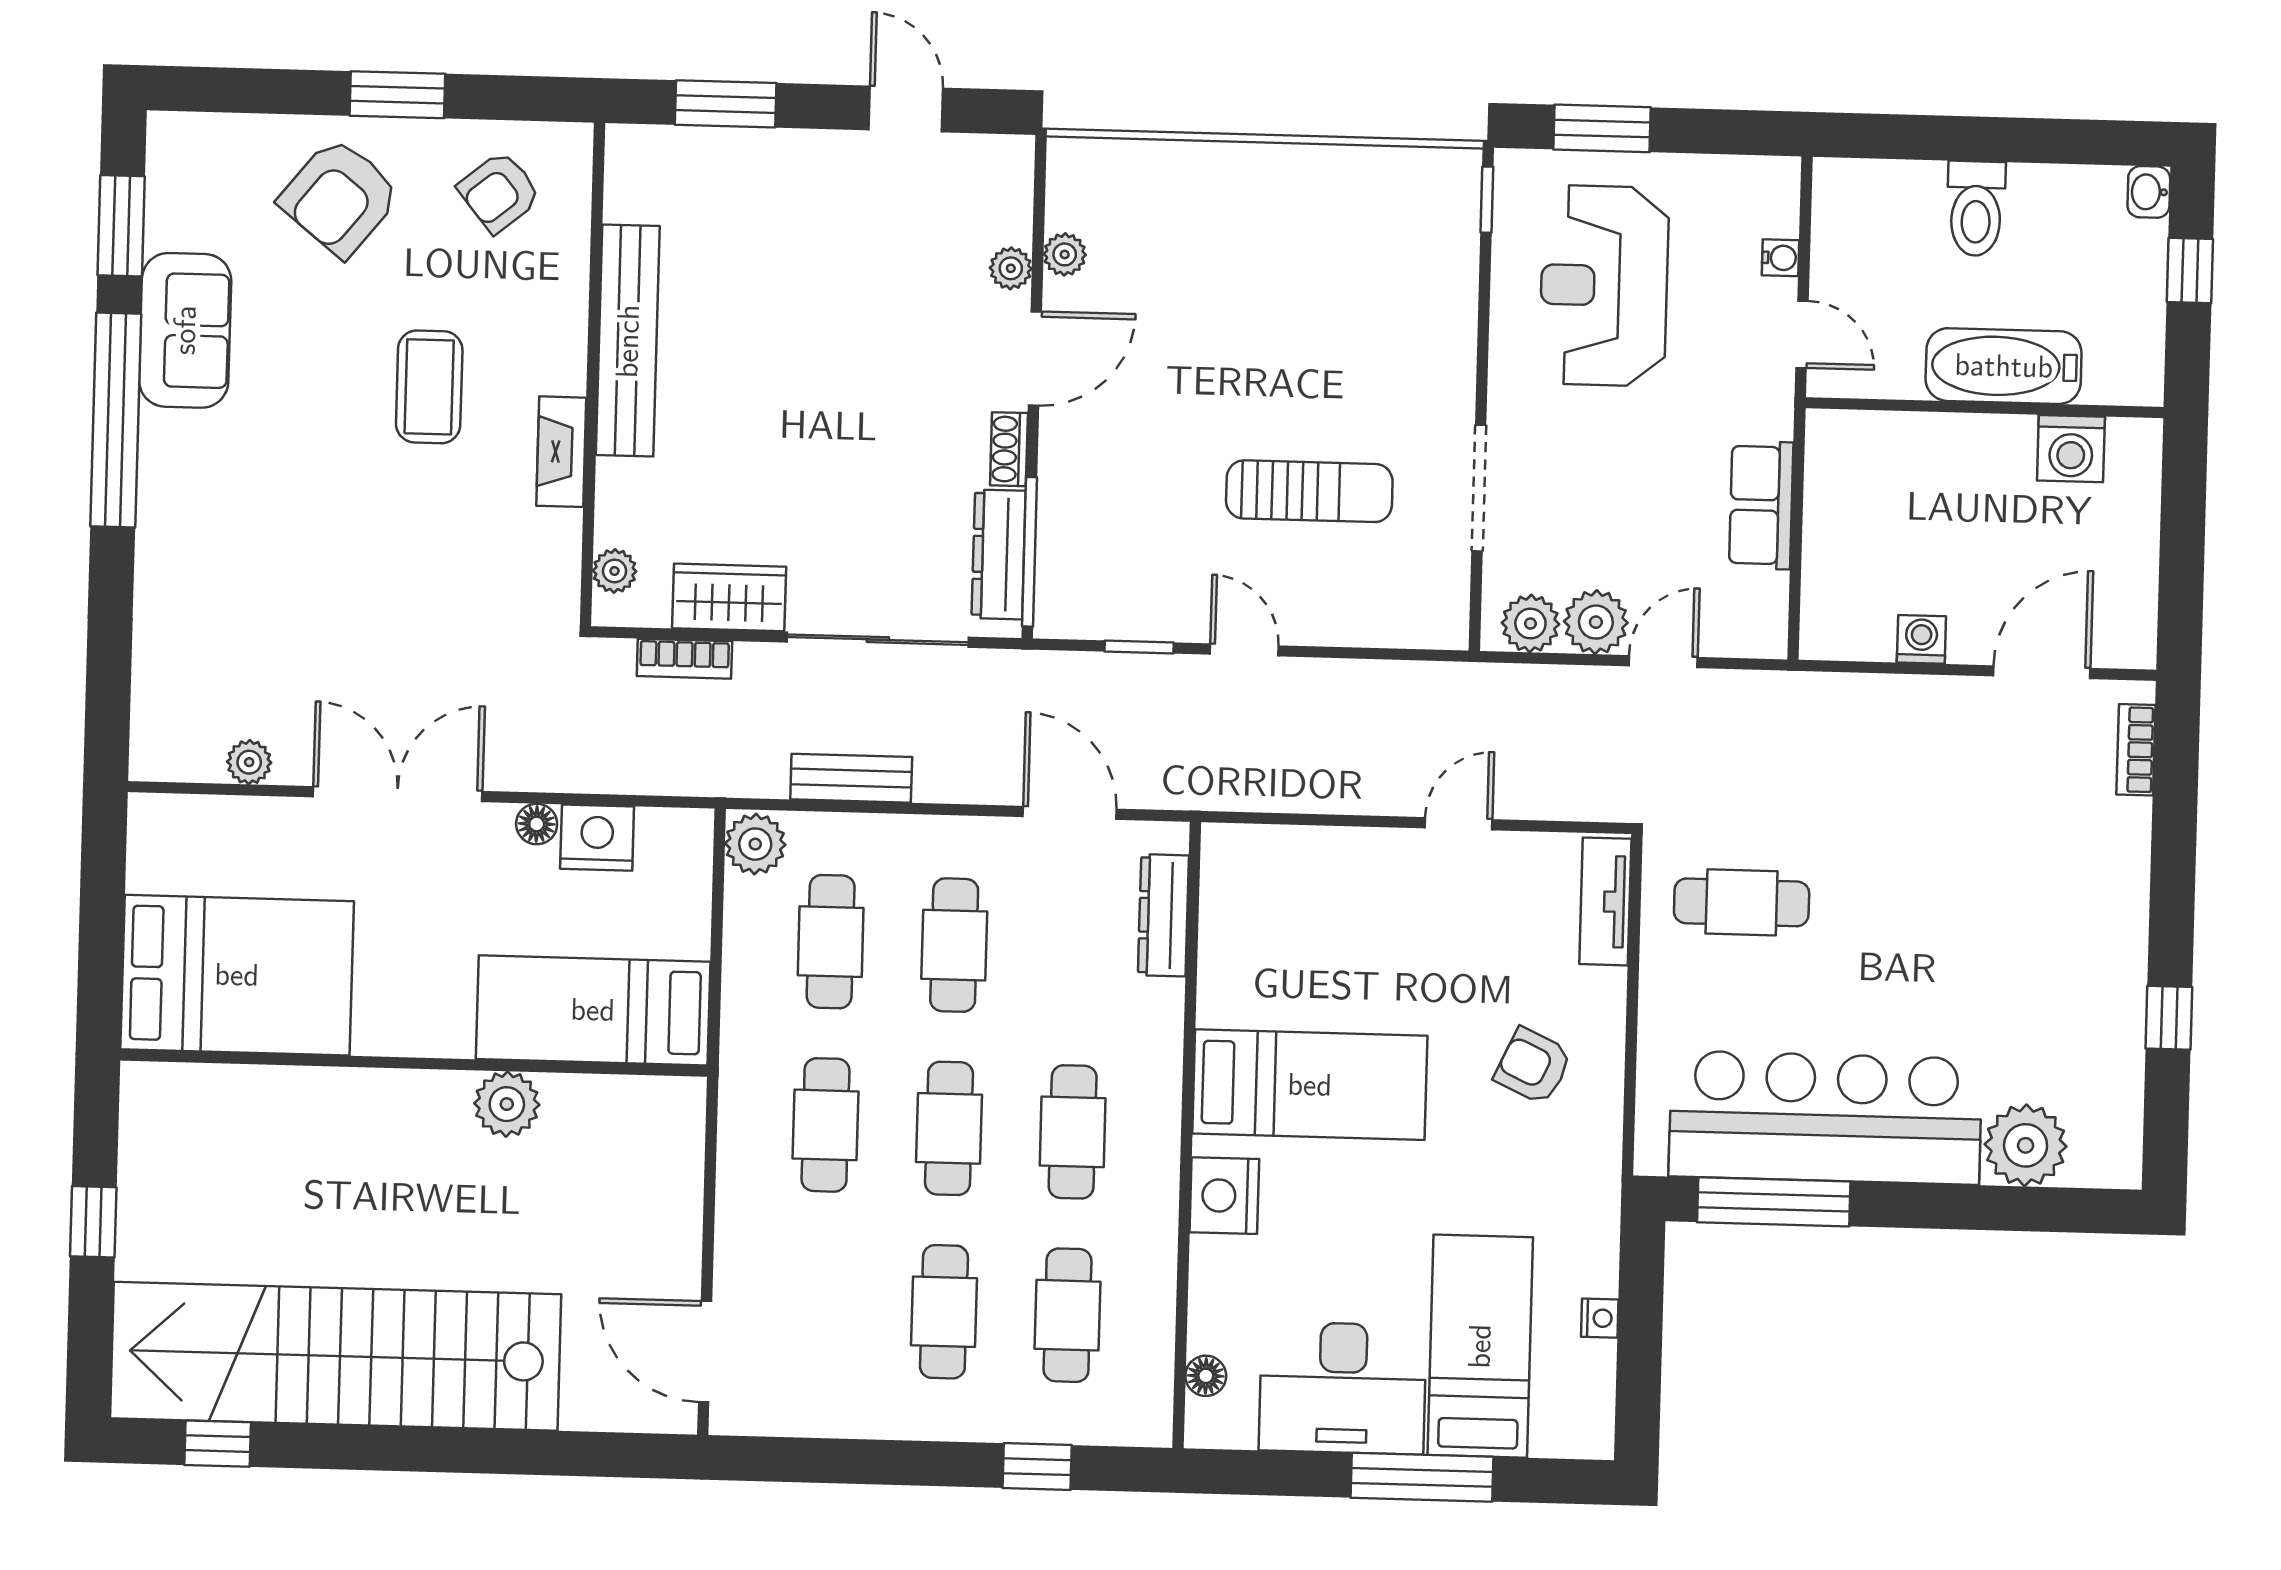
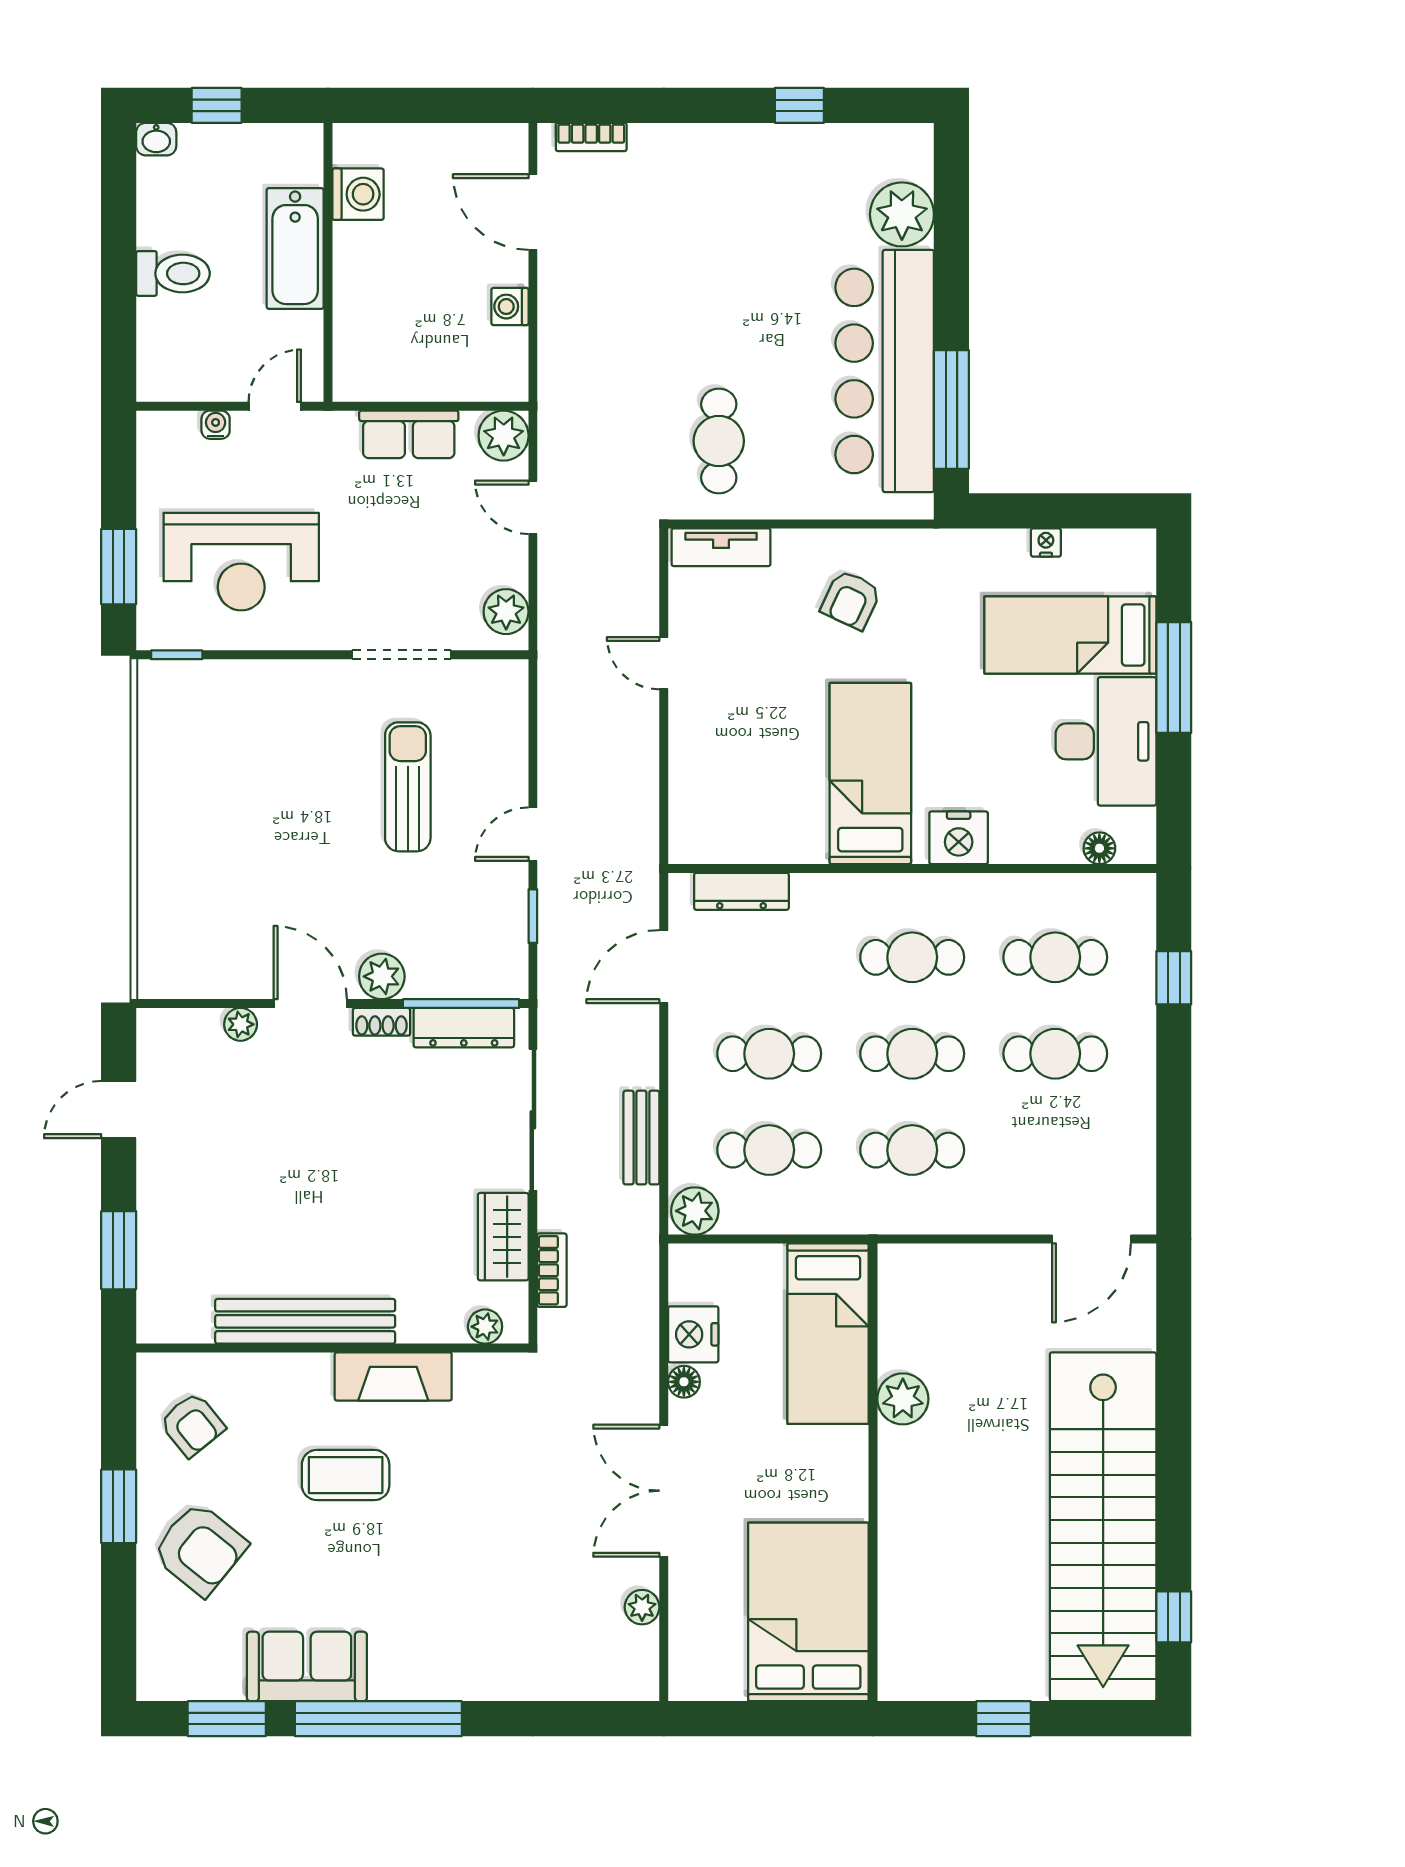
plant: (1065, 254) -> (382, 976), moved, width x1.38, depth x1.38
fireplace: (561, 452) -> (393, 1376), width x1.37, depth x1.32
plant: (1596, 622) -> (504, 436), moved

